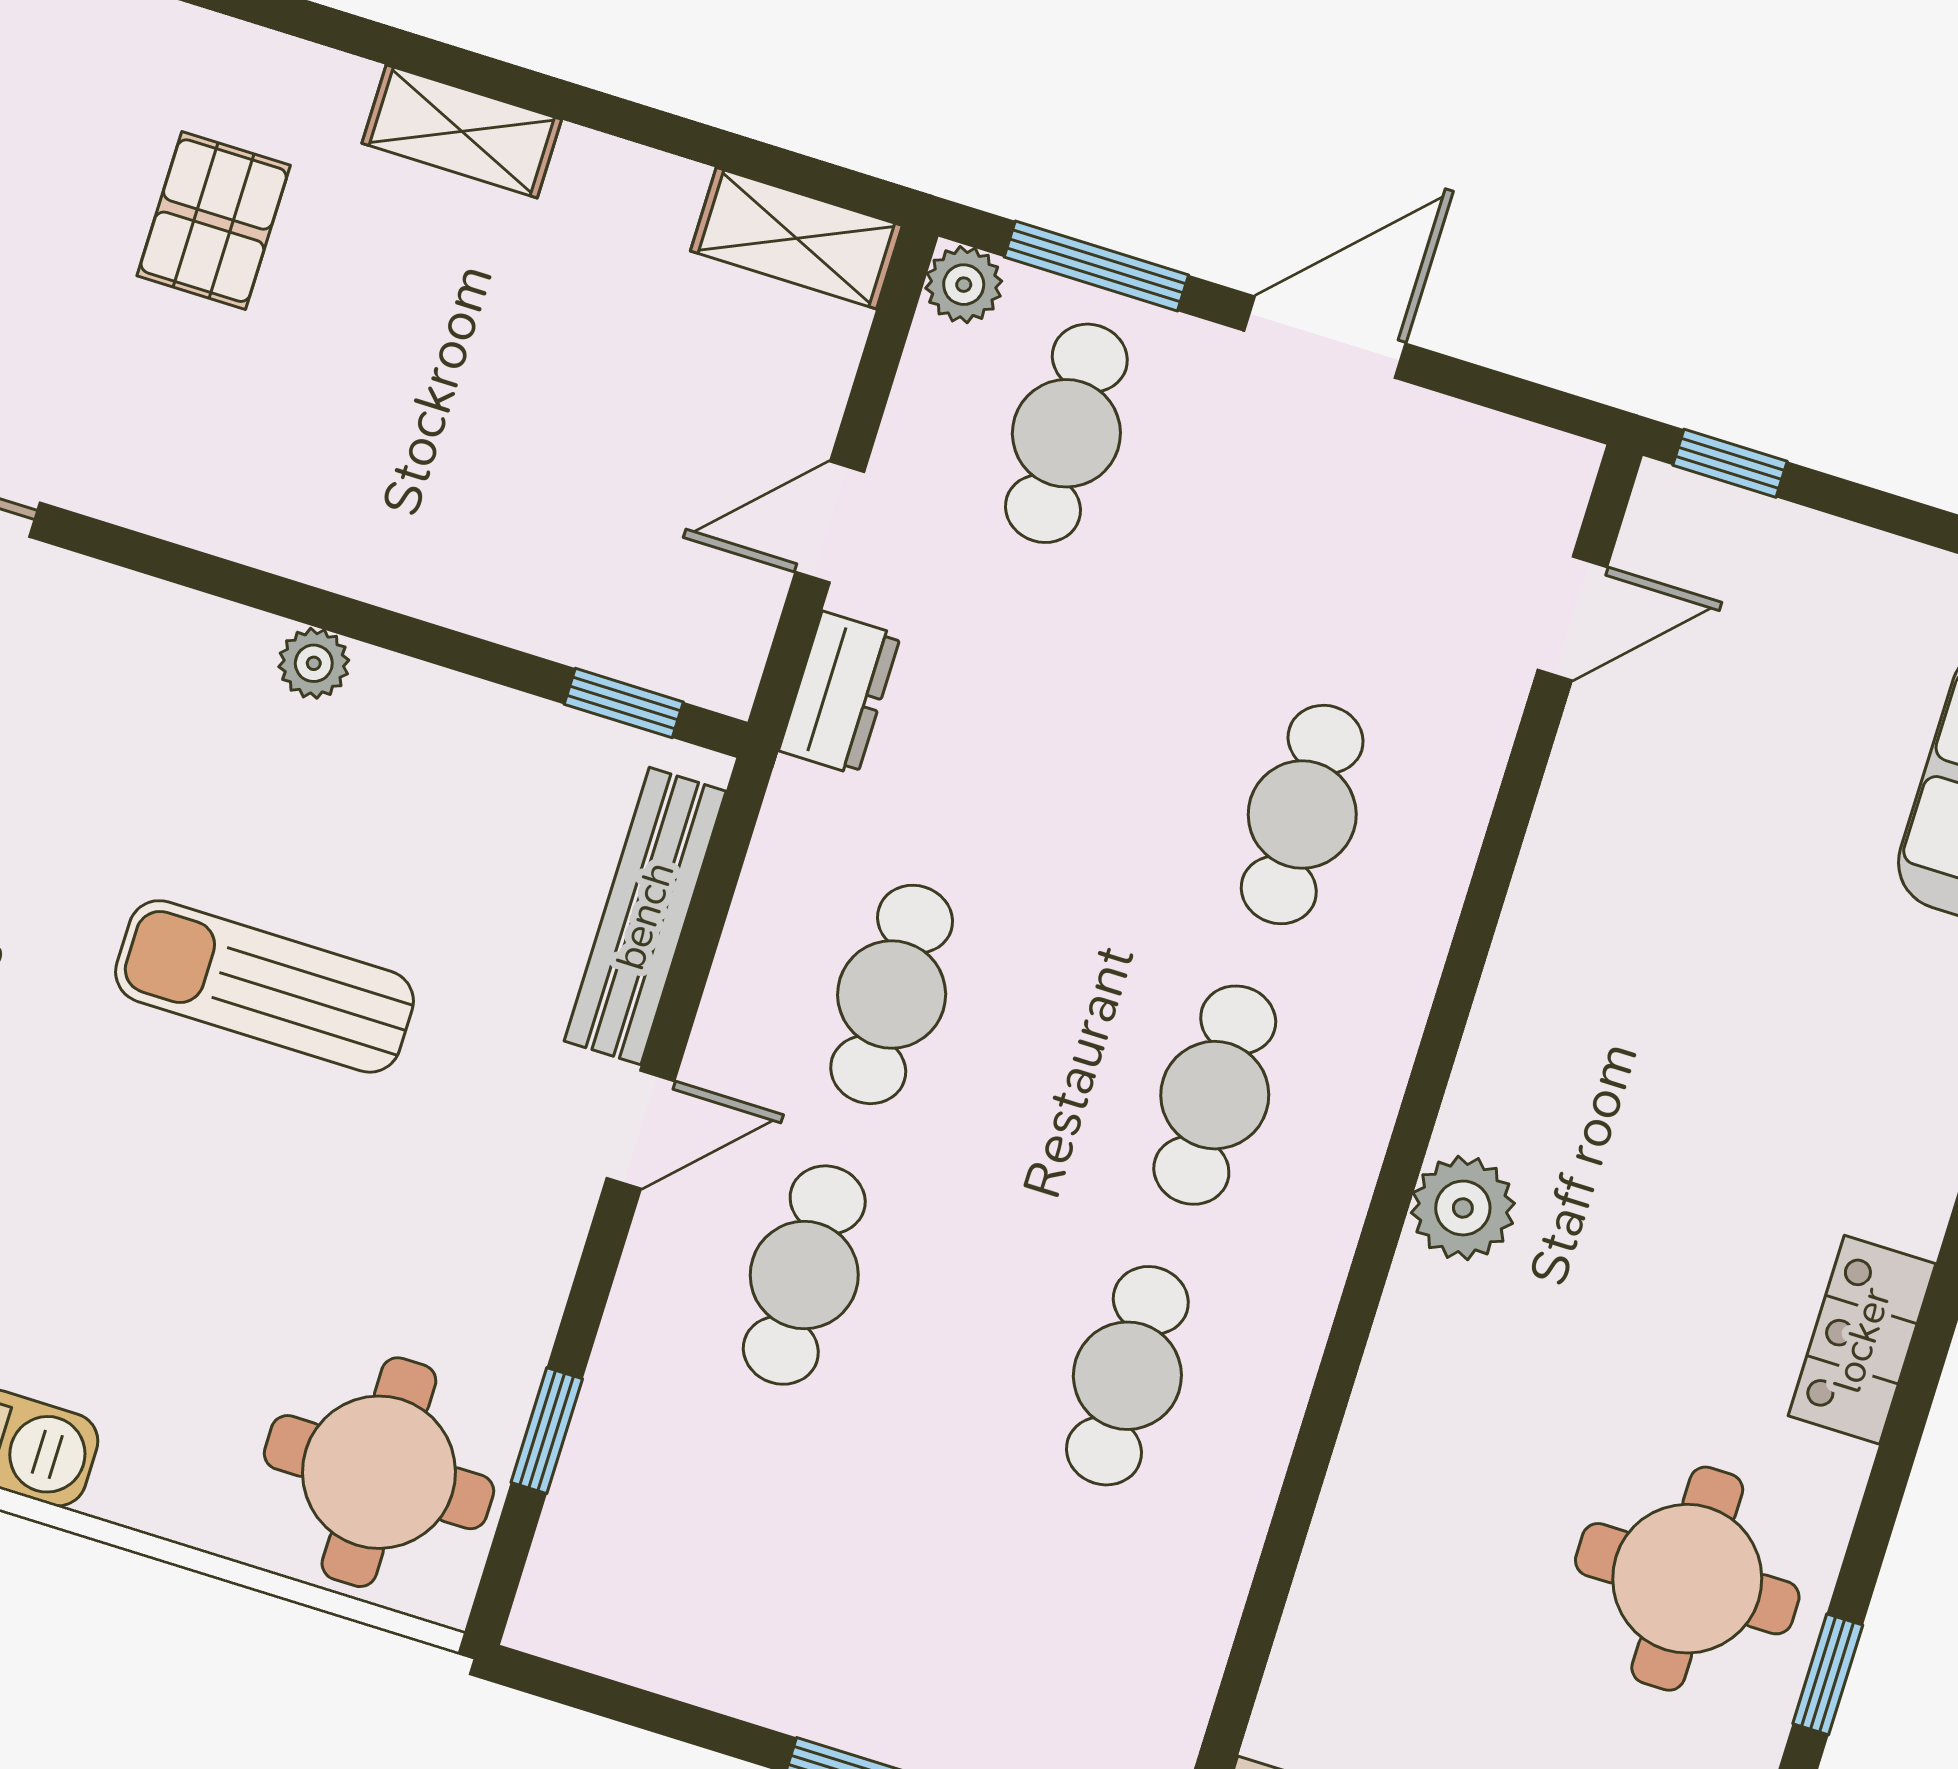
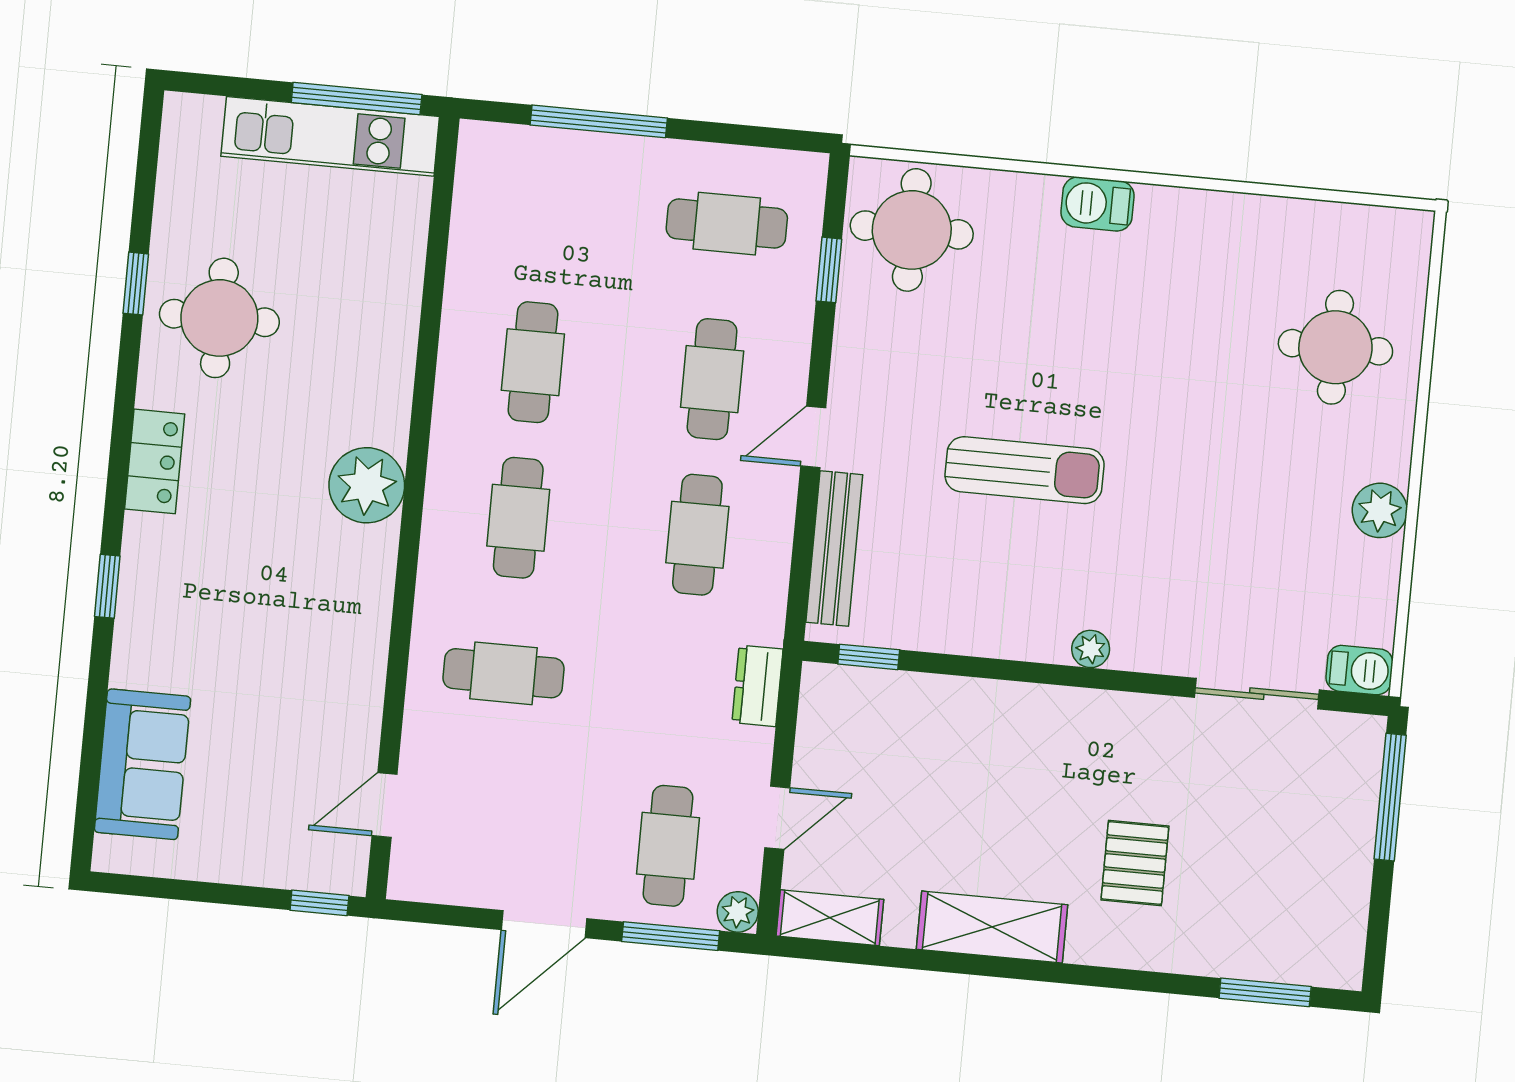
shelving: (462, 131) -> (992, 927), width x1.50, depth x1.33
door: (830, 522) -> (777, 818), moved
plant: (314, 663) -> (1091, 649), moved
cafe table: (1302, 815) -> (504, 673), turned 90
plant: (1463, 1208) -> (367, 485), width x1.36, depth x1.36
cafe table: (717, 1556) -> (727, 224), added

